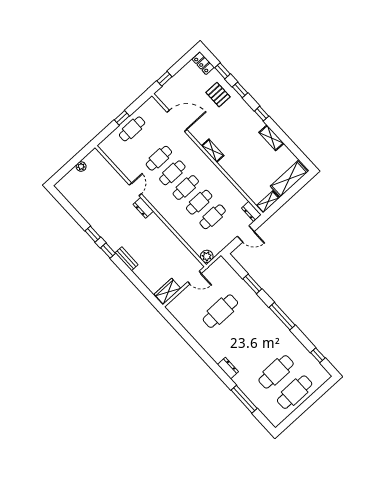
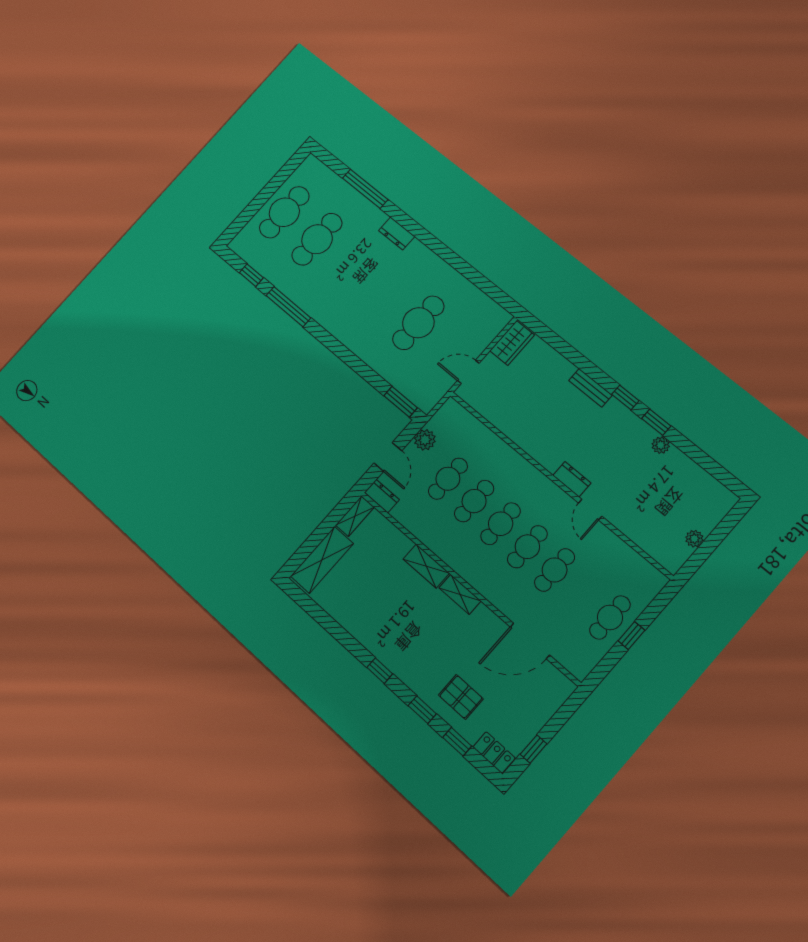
window: (164, 79) -> (533, 749), moved
shelving: (271, 138) -> (426, 566), moved
plant: (92, 221) -> (661, 445), added
door: (246, 234) -> (388, 457), swing flipped
plant: (207, 256) -> (425, 440), moved
window: (252, 284) -> (401, 402), moved
window: (282, 316) -> (288, 307), moved

